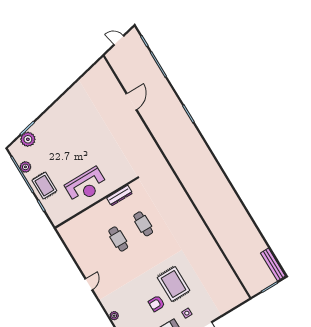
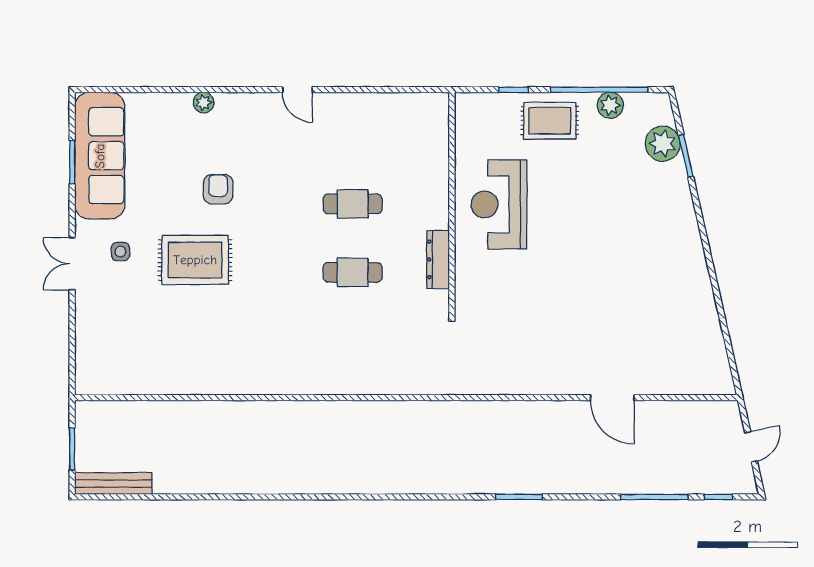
armchair: (156, 304) -> (218, 189), moved

